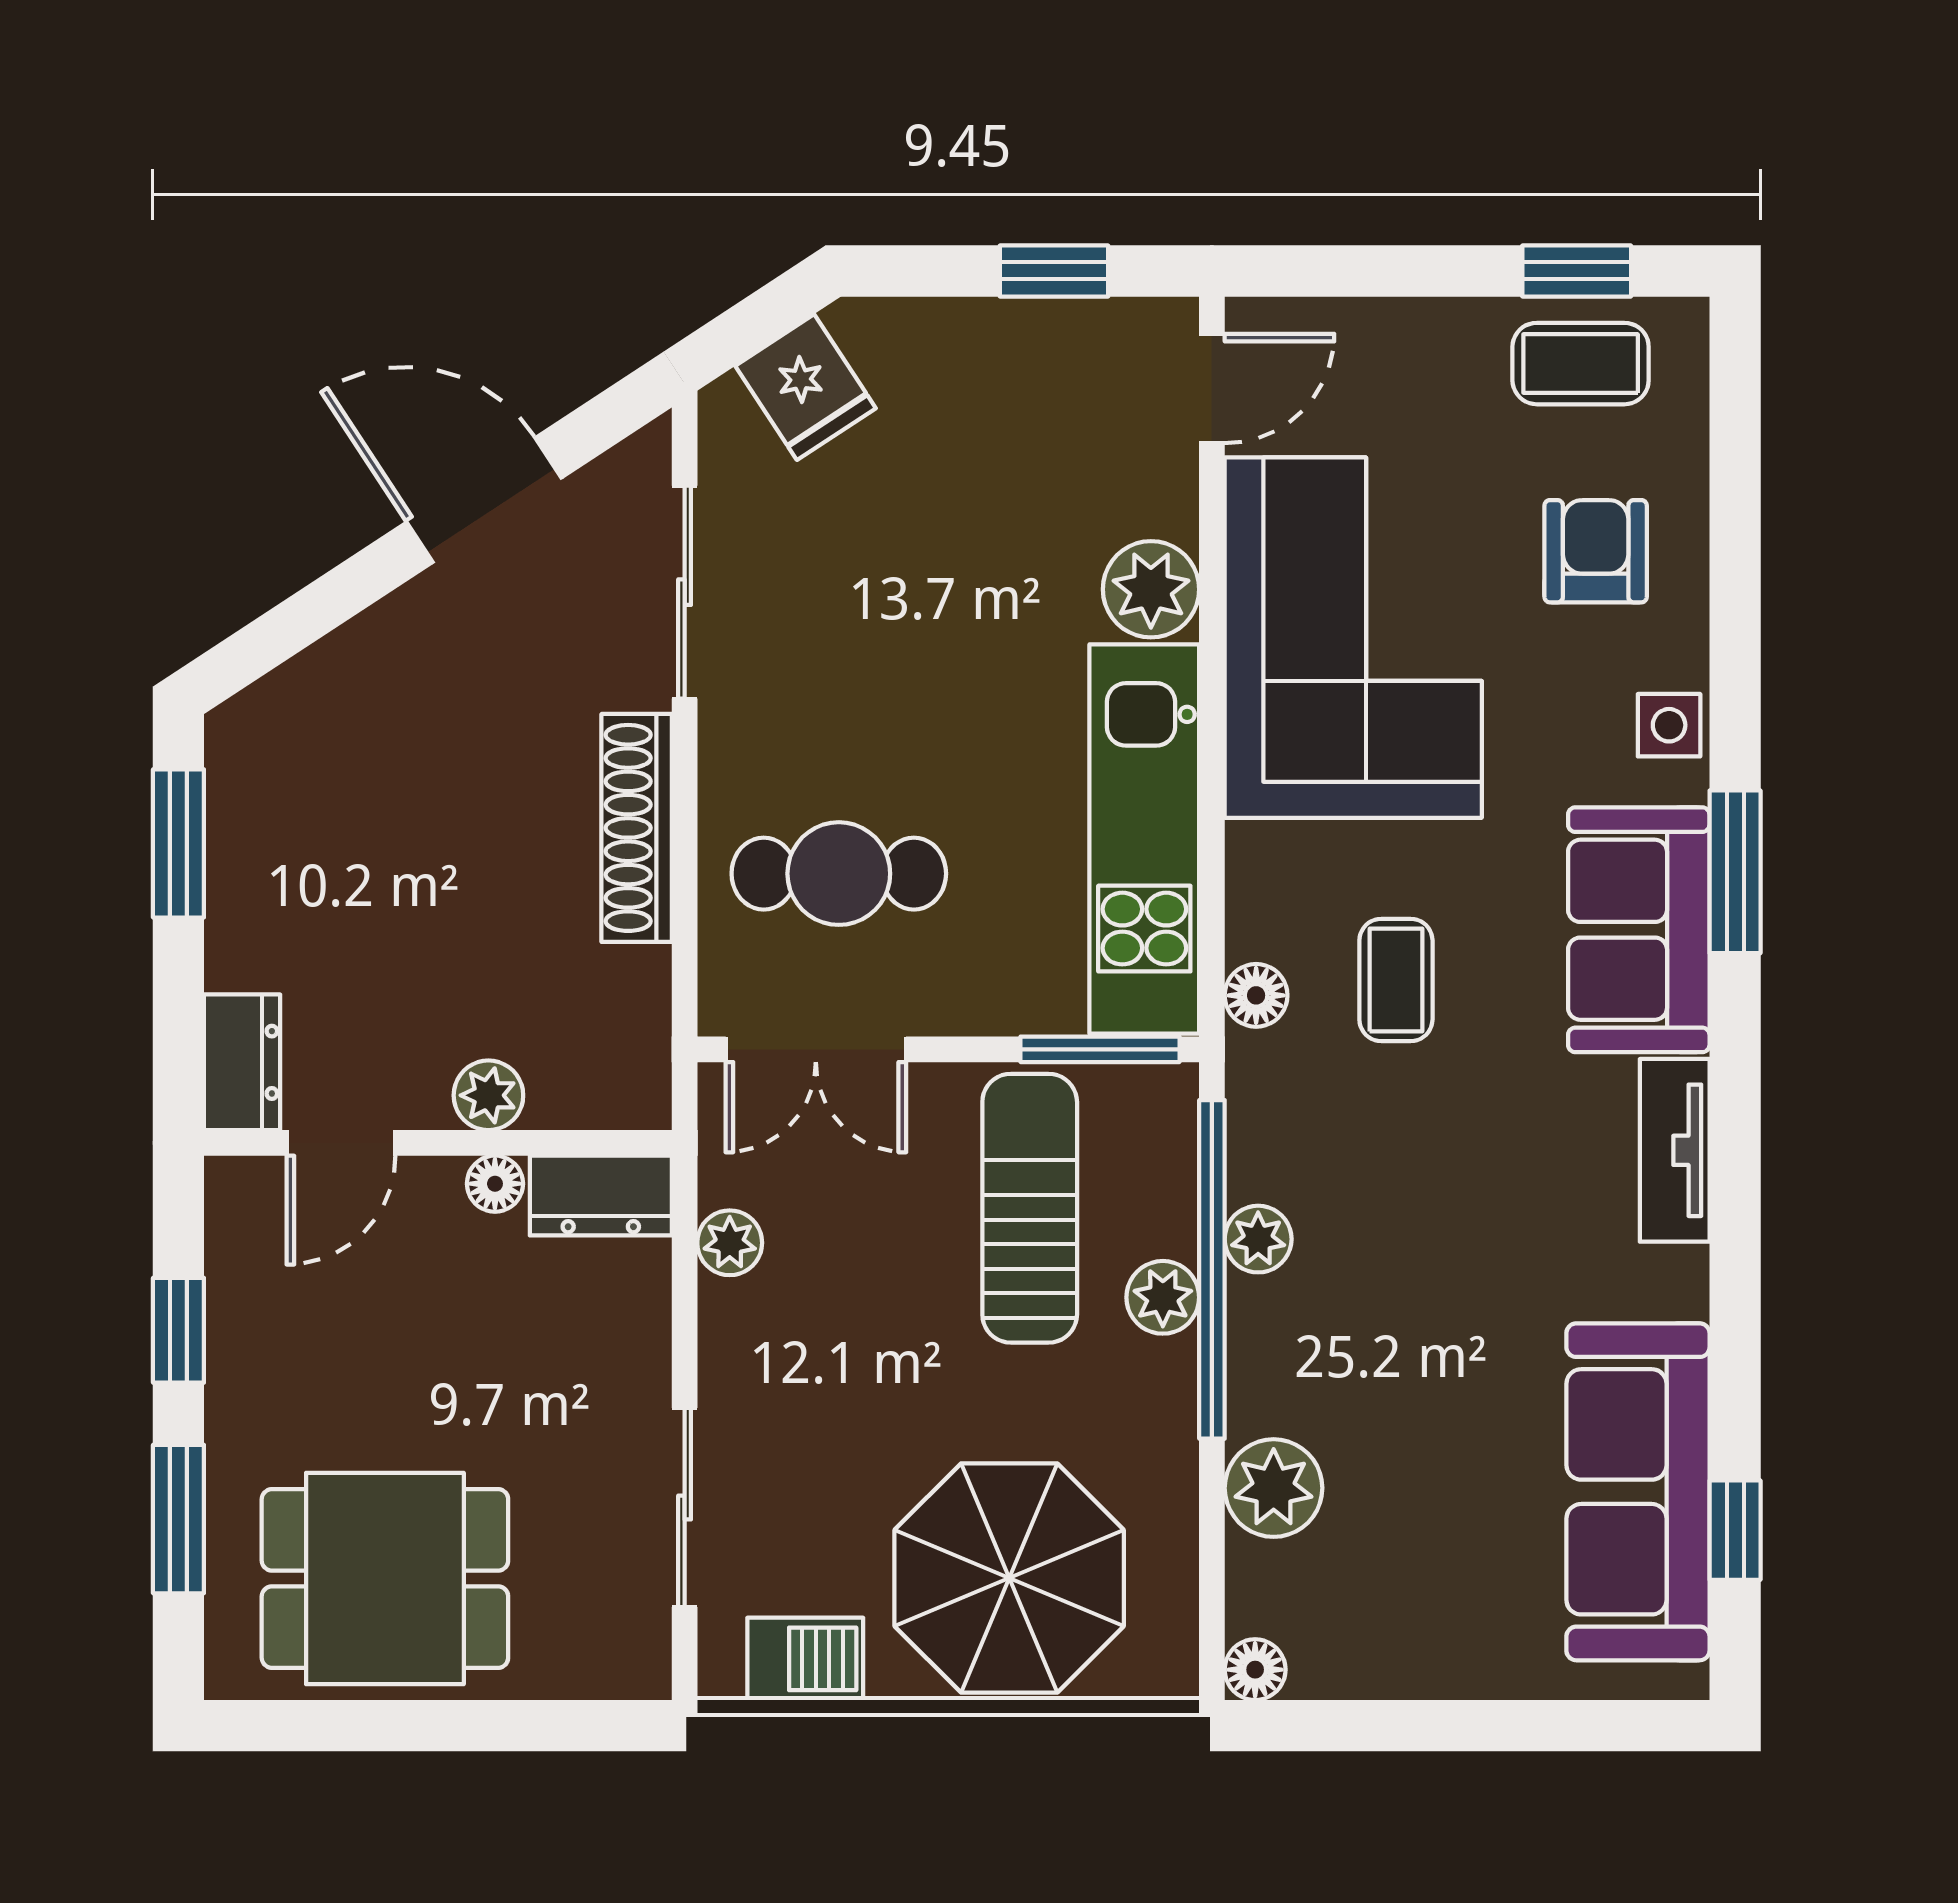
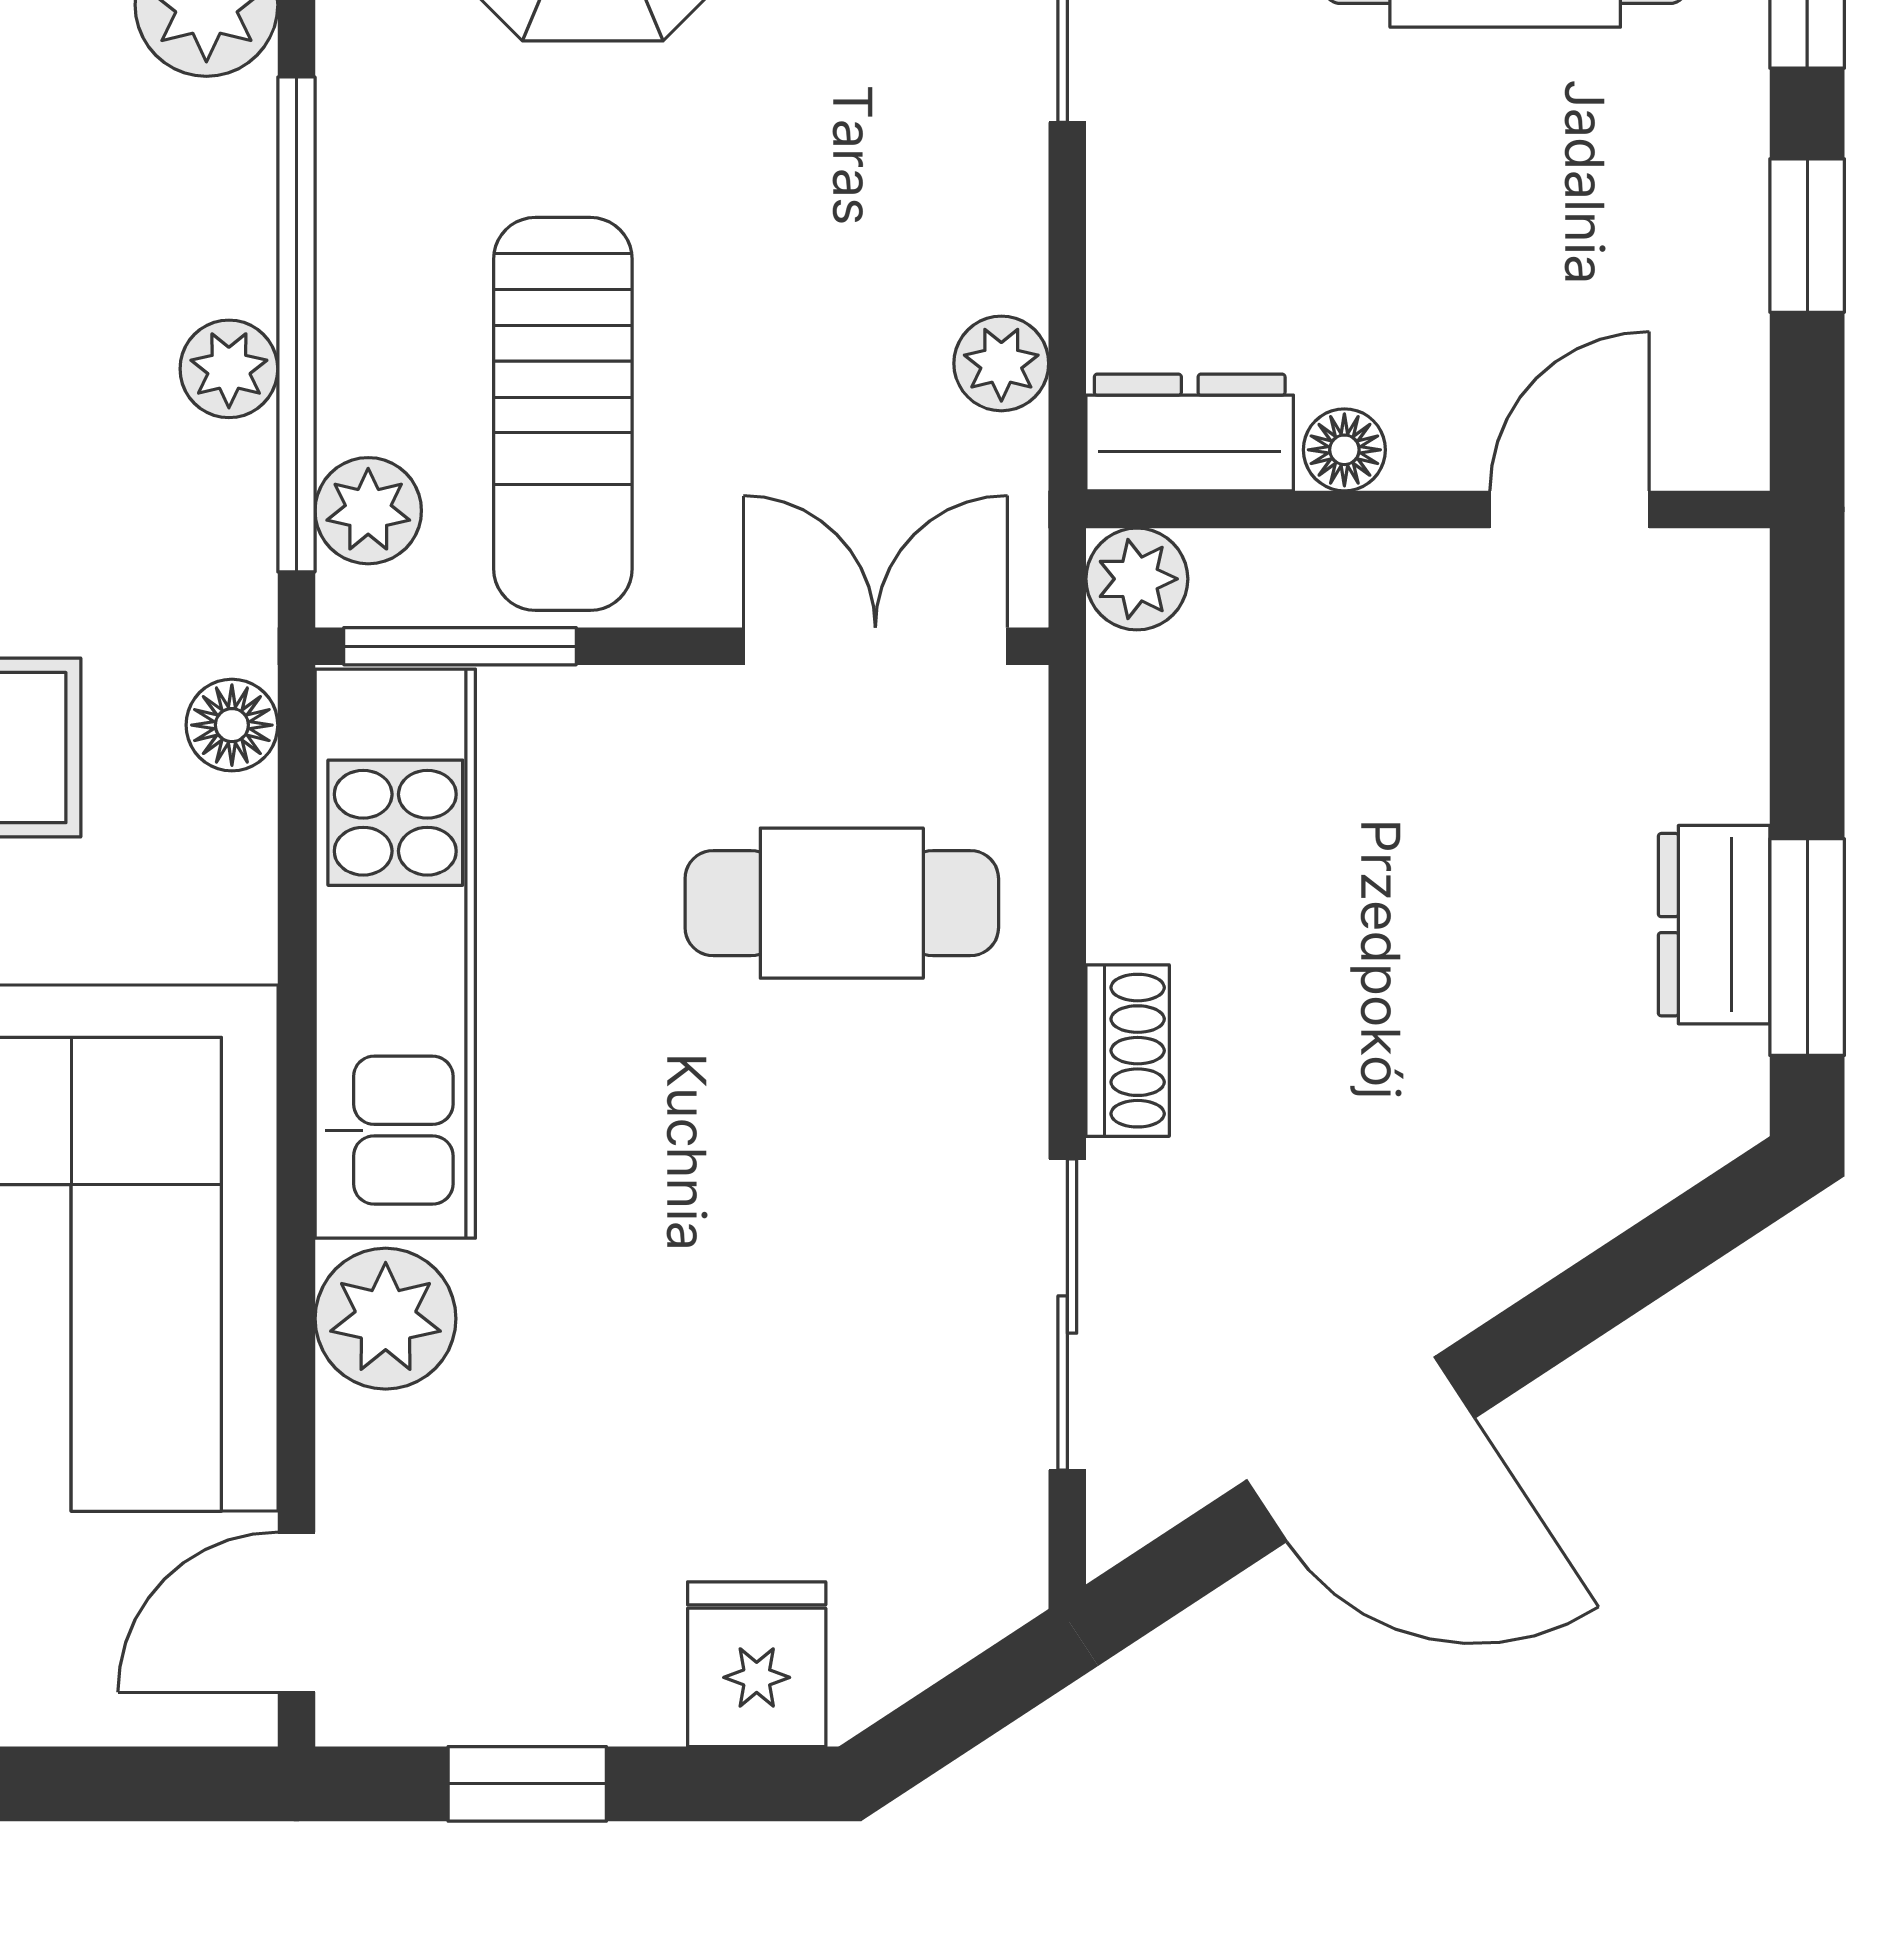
fridge: (806, 387) -> (757, 1664), moved, turned 33
shoe rack: (637, 828) -> (1128, 1051), width x0.51, depth x0.81
dresser: (242, 1062) -> (1714, 925), moved
plant: (488, 1095) -> (1137, 579), moved
plant: (1163, 1297) -> (368, 511), moved

